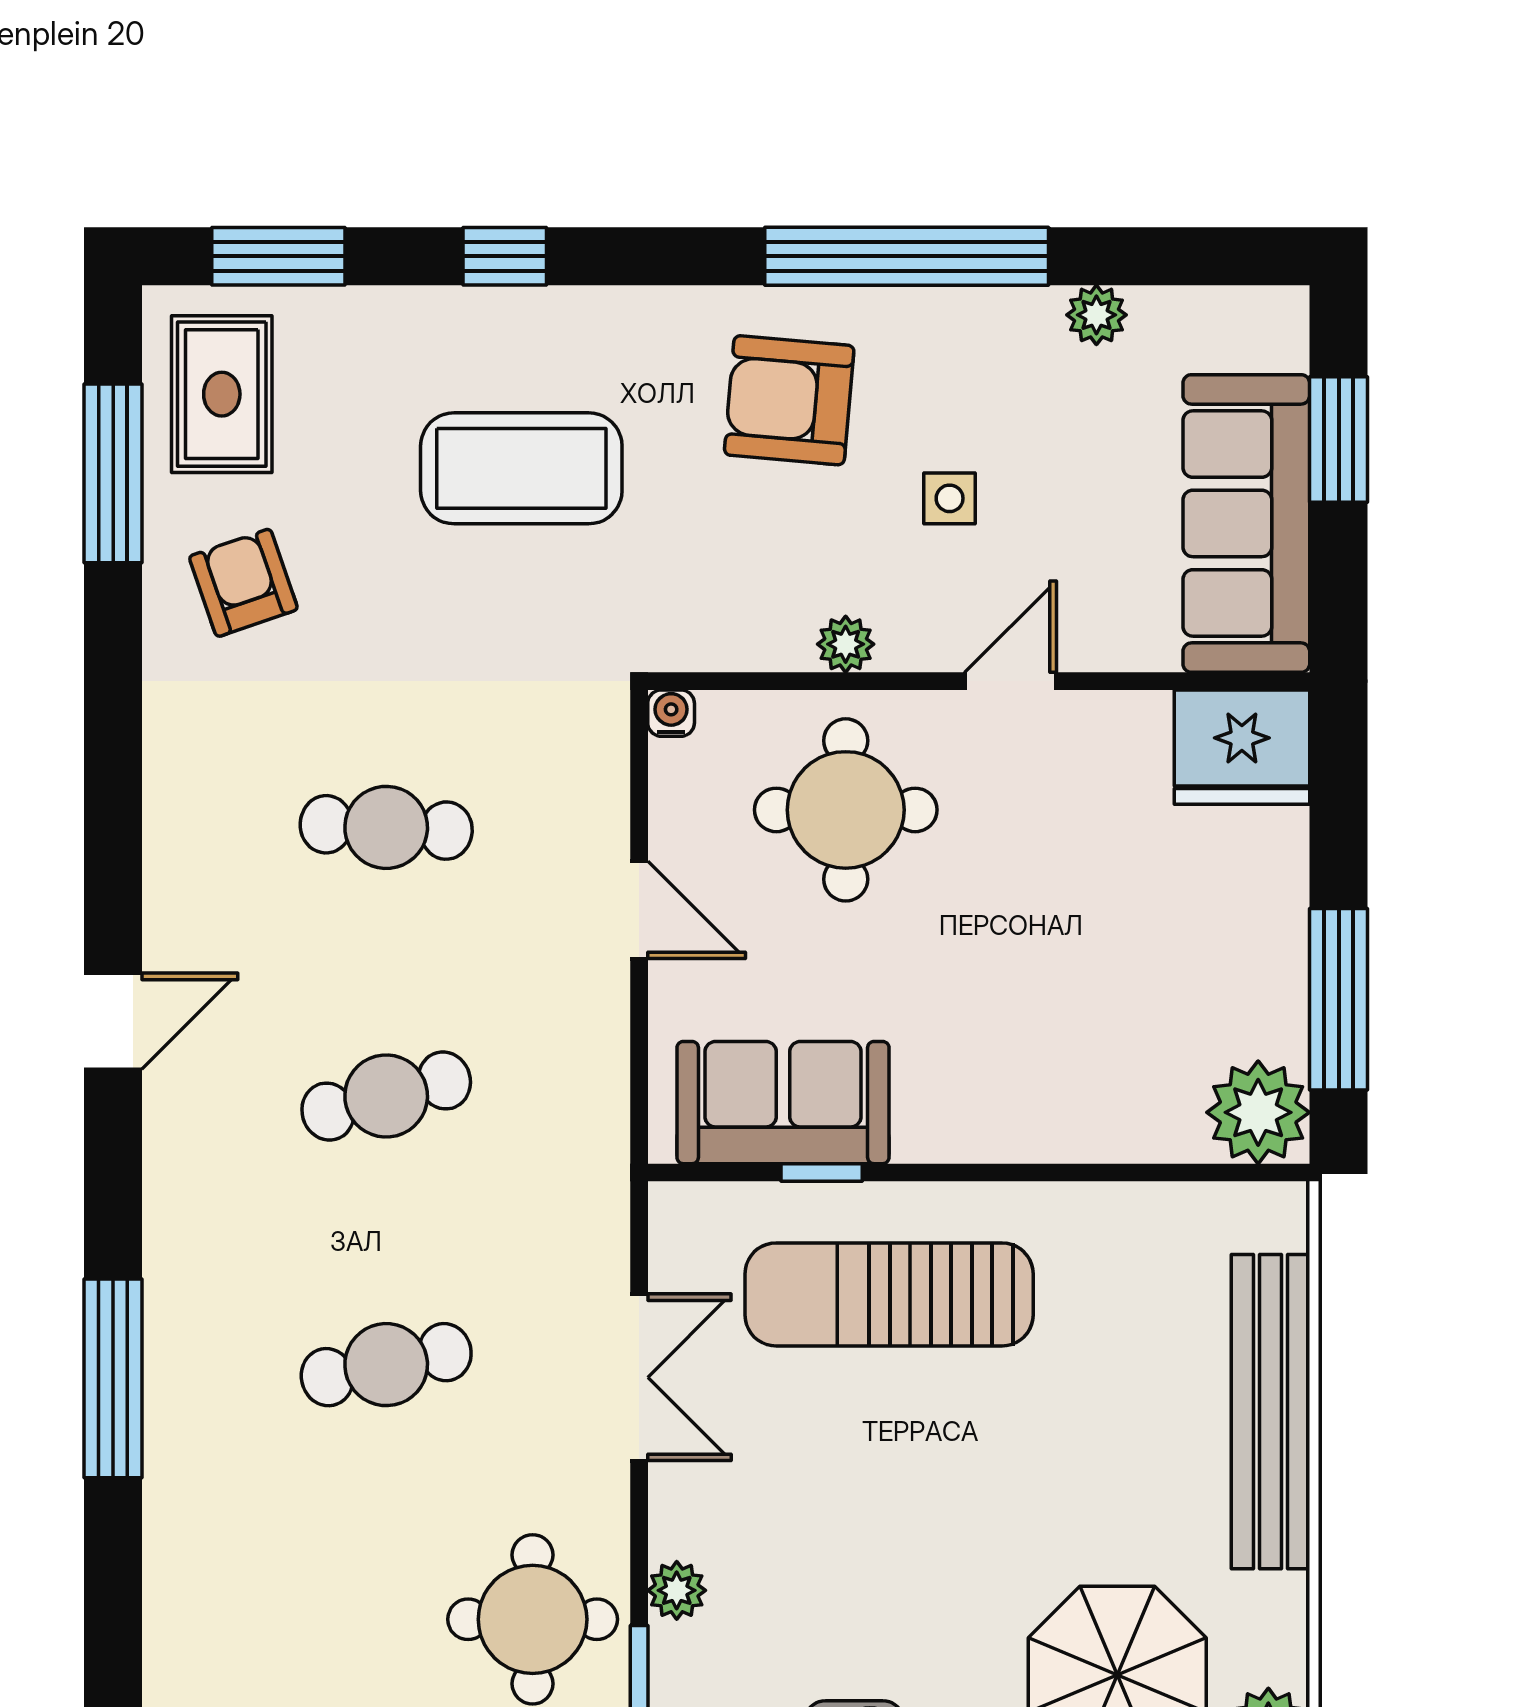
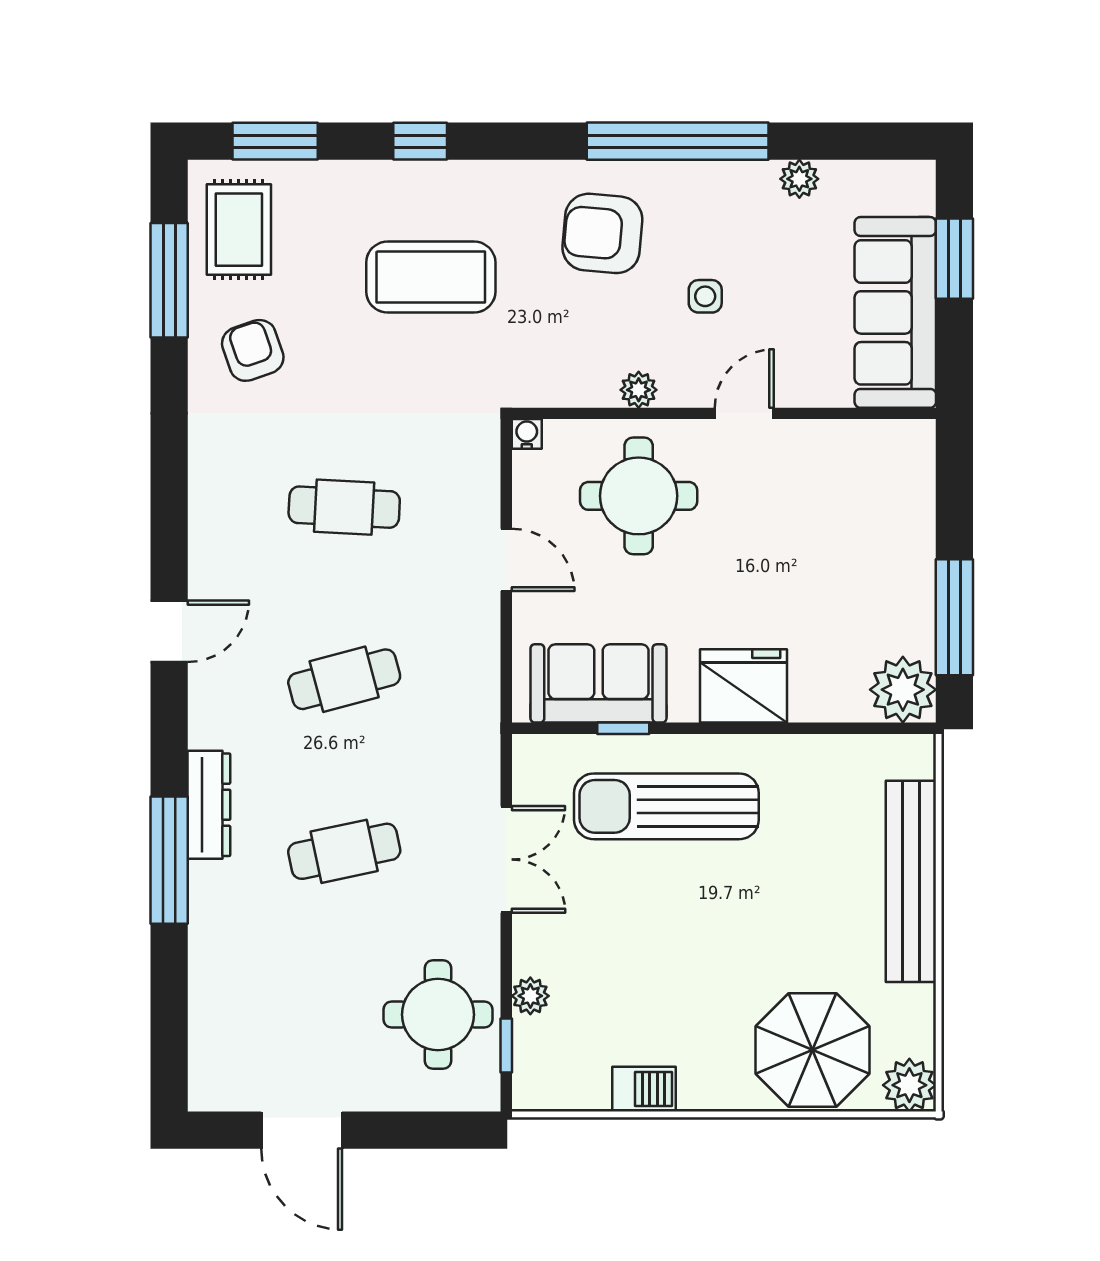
fridge: (1242, 747) -> (744, 686), moved, turned 180
dresser: (175, 1292) -> (209, 805), added

